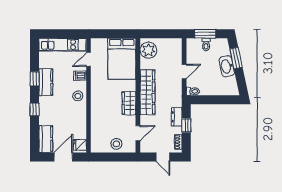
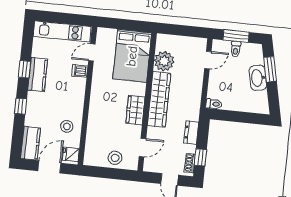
plant: (148, 50) -> (164, 61), moved
door: (184, 72) -> (208, 60), moved
stool: (78, 96) -> (67, 126), moved
window: (186, 125) -> (200, 157), moved

